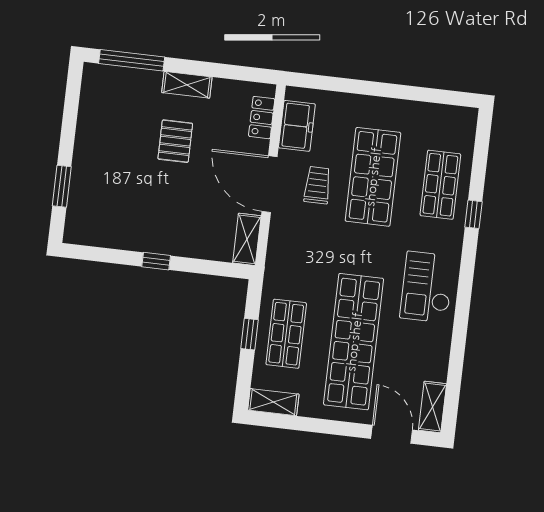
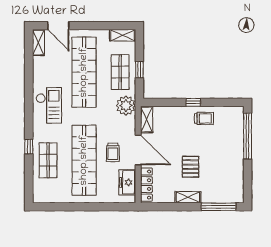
locker: (262, 118) -> (146, 185), width x1.53
shop shelf: (373, 177) -> (84, 160), width x1.40
window: (62, 186) -> (248, 136), width x2.11
trolley: (140, 229) -> (204, 118), added
plant: (283, 270) -> (126, 106), added

